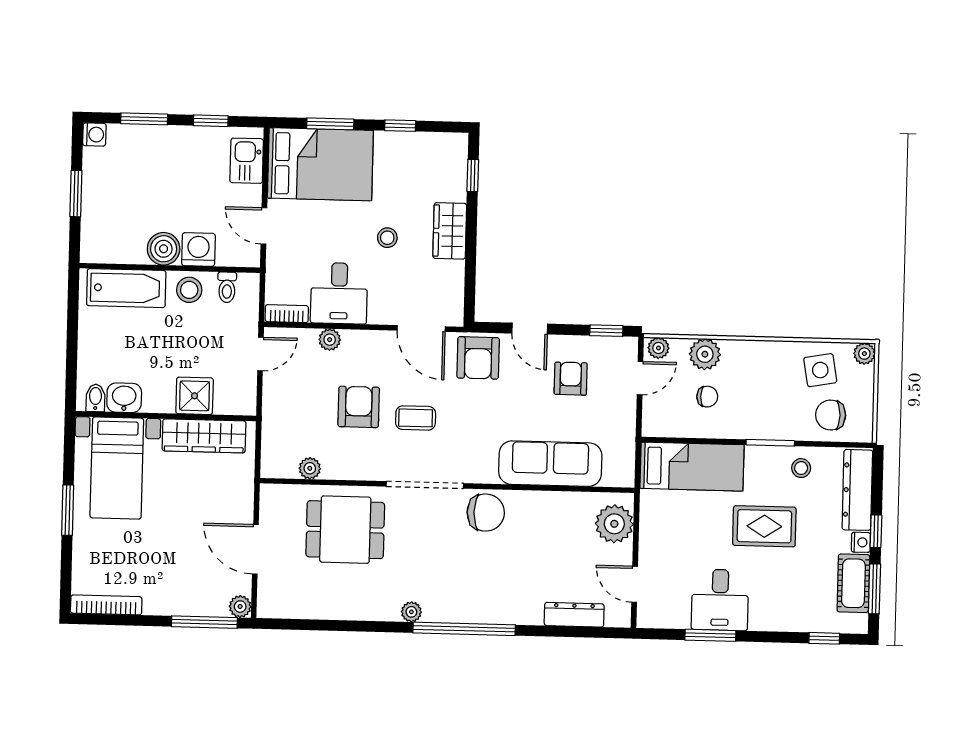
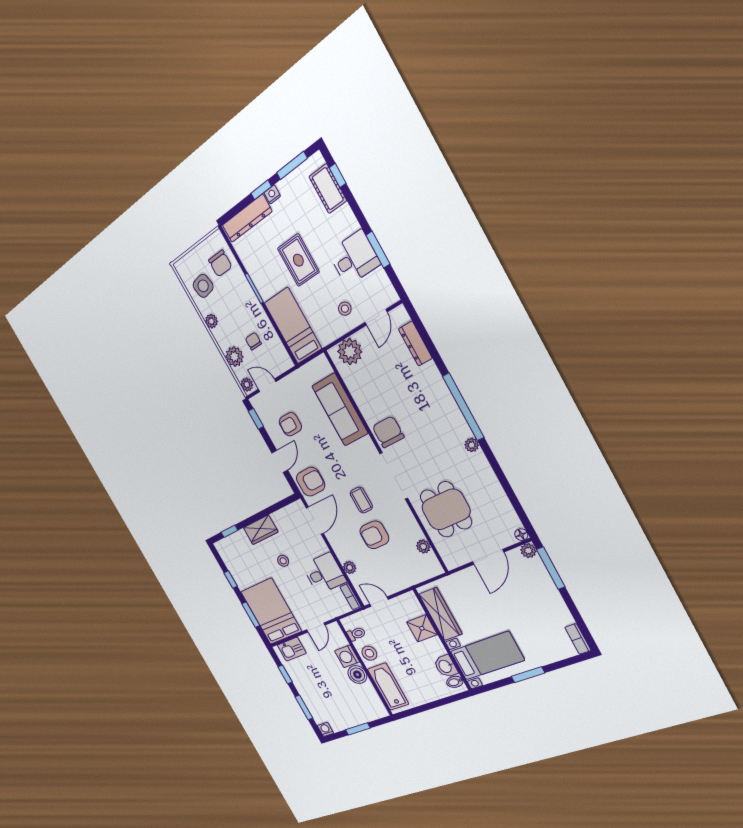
plant: (864, 354) -> (211, 321), moved
stool: (801, 468) -> (345, 309), moved
cot: (853, 583) -> (328, 189), moved, turned 90
bookcase: (106, 605) -> (578, 639), width x0.64
floor lamp: (265, 609) -> (521, 535), added

